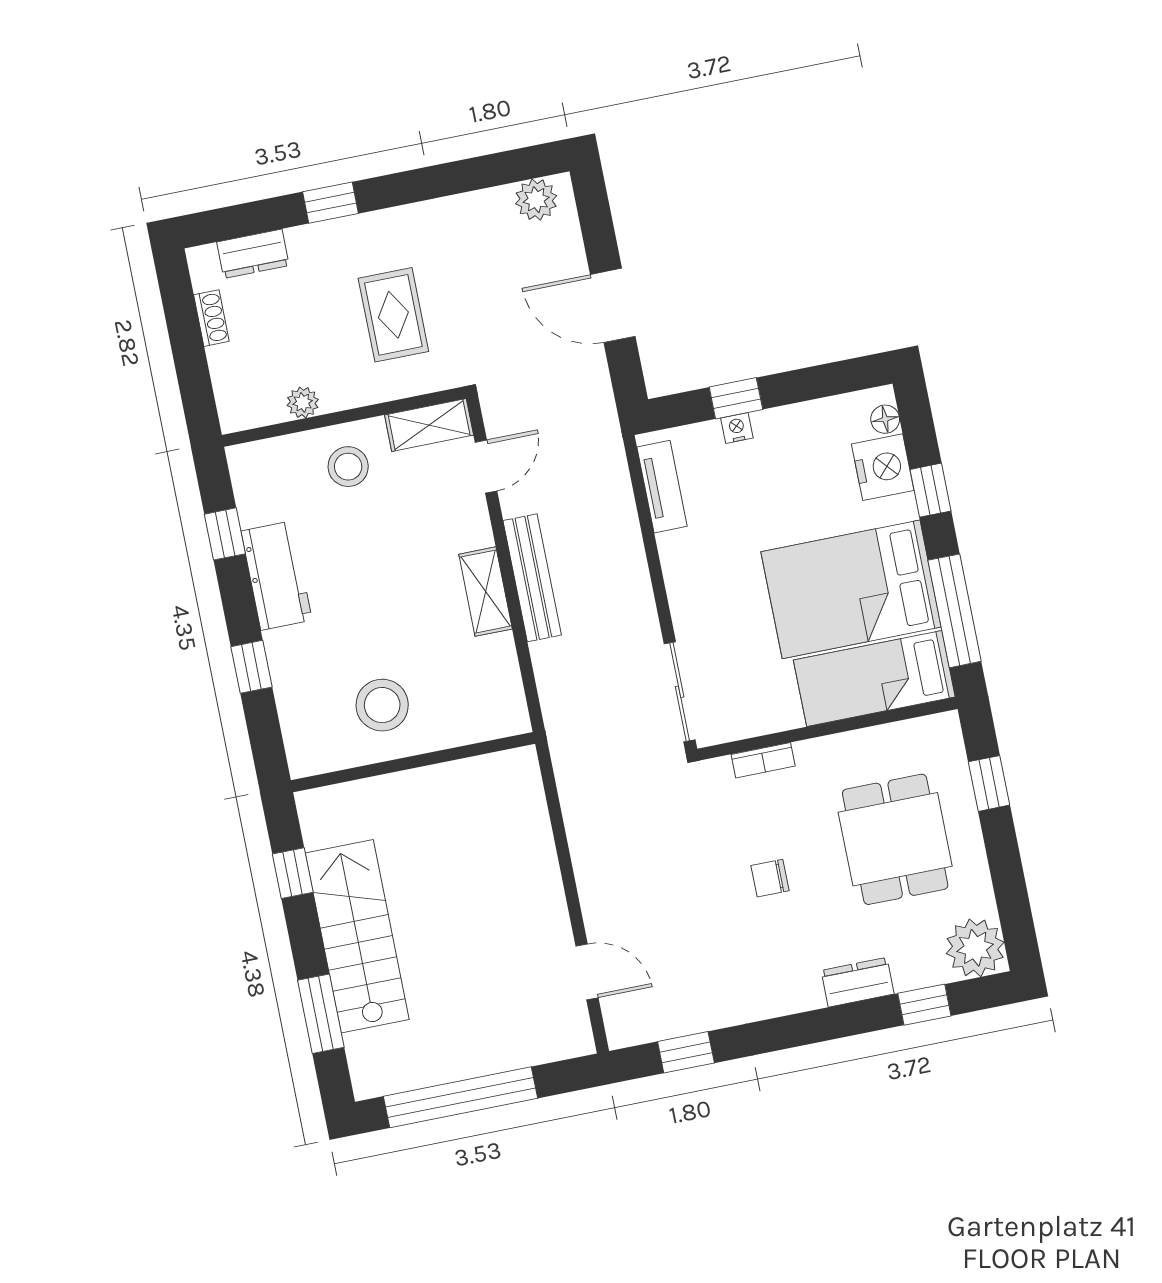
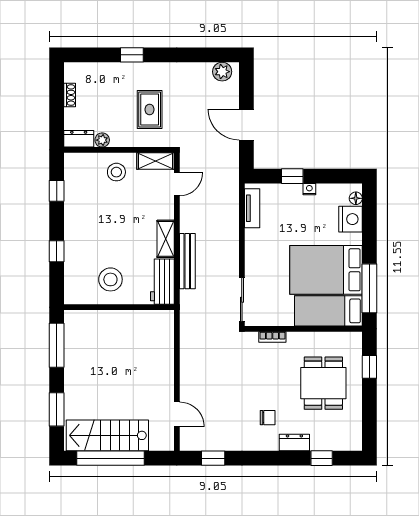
dresser: (253, 254) -> (79, 139), moved, turned 180
nightstand: (737, 428) -> (309, 189), moved
window: (930, 490) -> (369, 233), removed
workbench: (277, 576) -> (162, 282), moved, turned 180
bench: (532, 578) -> (187, 261), moved
window: (293, 873) -> (57, 345), width x2.17
chair: (770, 878) -> (268, 418), moved, turned 180
stairs: (357, 936) -> (107, 435), moved, turned -90
plant: (975, 948) -> (349, 438), removed

